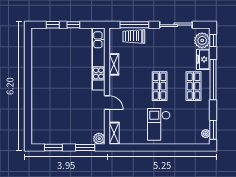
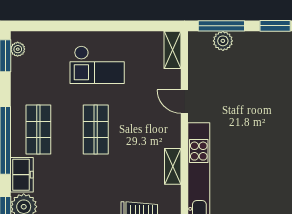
checkout: (159, 124) -> (97, 65), turned 90
plant: (99, 139) -> (223, 41), moved
window: (85, 147) -> (221, 26), width x1.44

